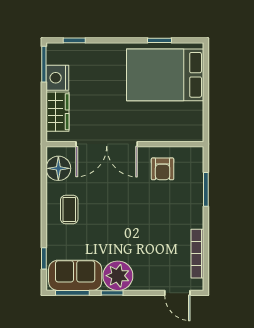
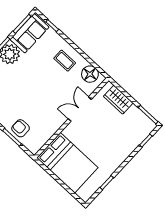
bed: (165, 75) -> (67, 163), moved, turned 90
nightstand: (57, 78) -> (135, 115), removed
double door: (107, 144) -> (80, 109), width x0.73
armchair: (163, 169) -> (21, 128), moved

